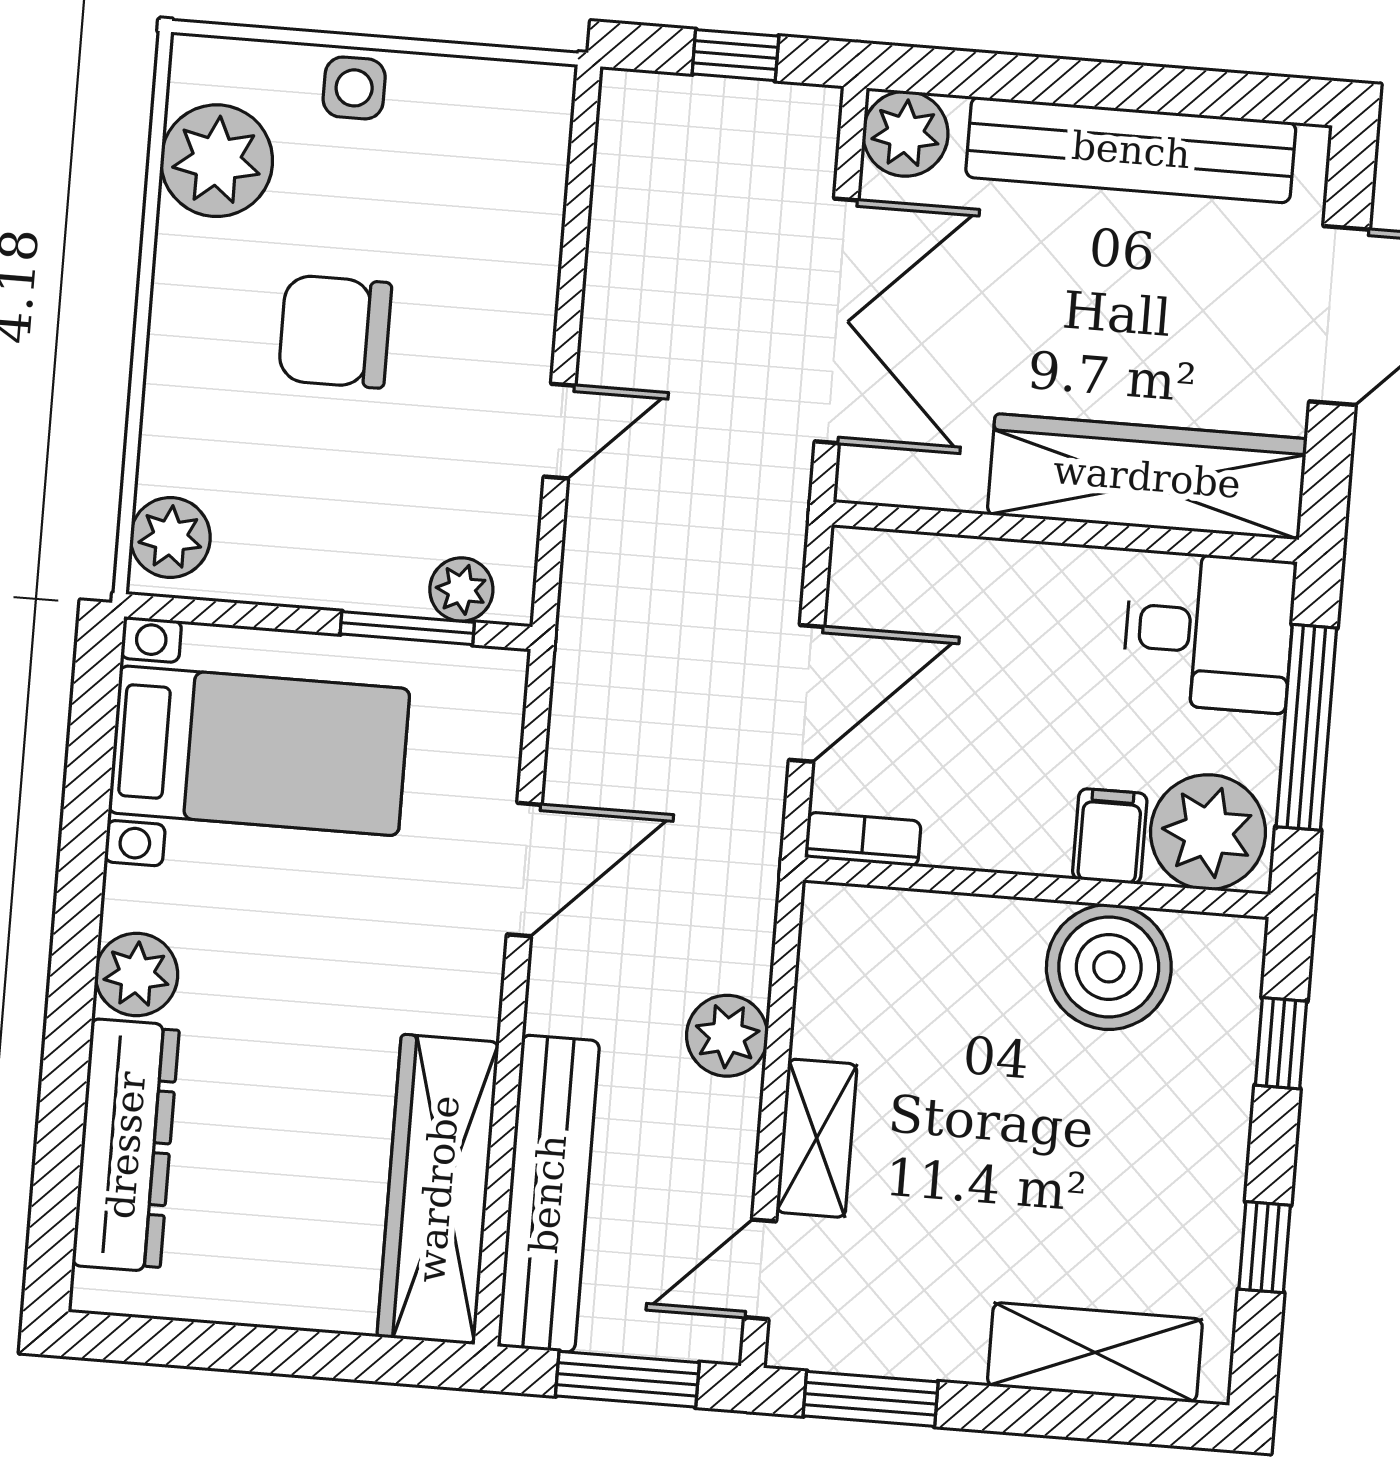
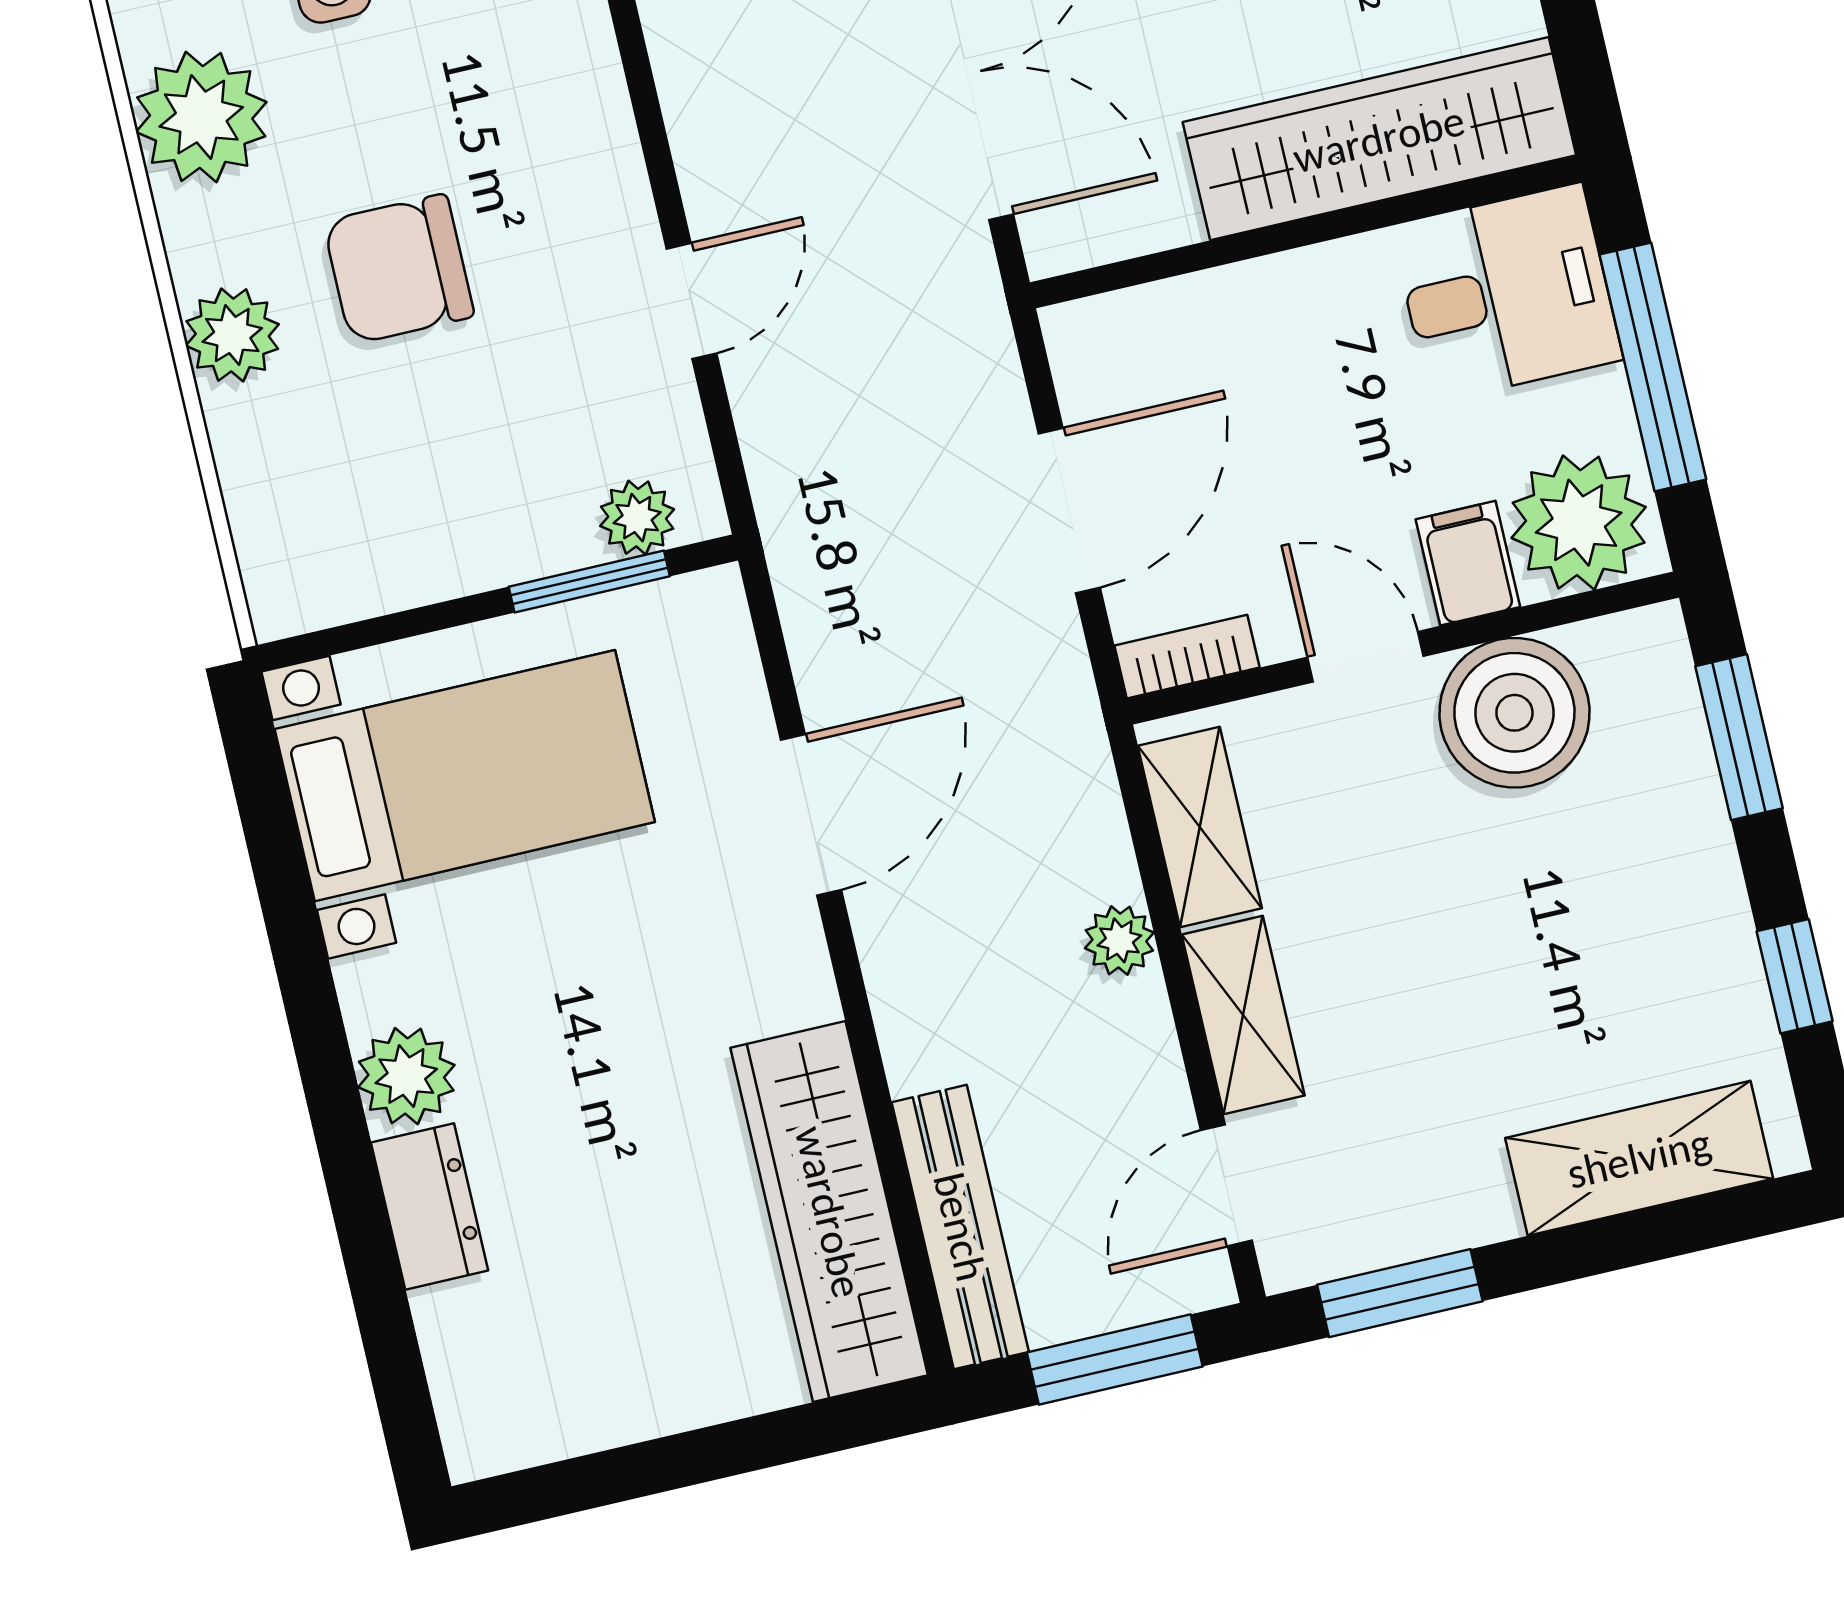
plant: (170, 537) -> (232, 335), moved
door: (1005, 885) -> (1366, 657), added
shelving: (830, 978) -> (1200, 827), added
plant: (727, 1036) -> (1119, 940), width x0.73, depth x0.73
window: (1281, 1043) -> (1739, 737), width x1.50
dresser: (126, 1145) -> (430, 1207), width x0.51, depth x0.80
bench: (548, 1194) -> (960, 1227), width x0.73, depth x0.82

